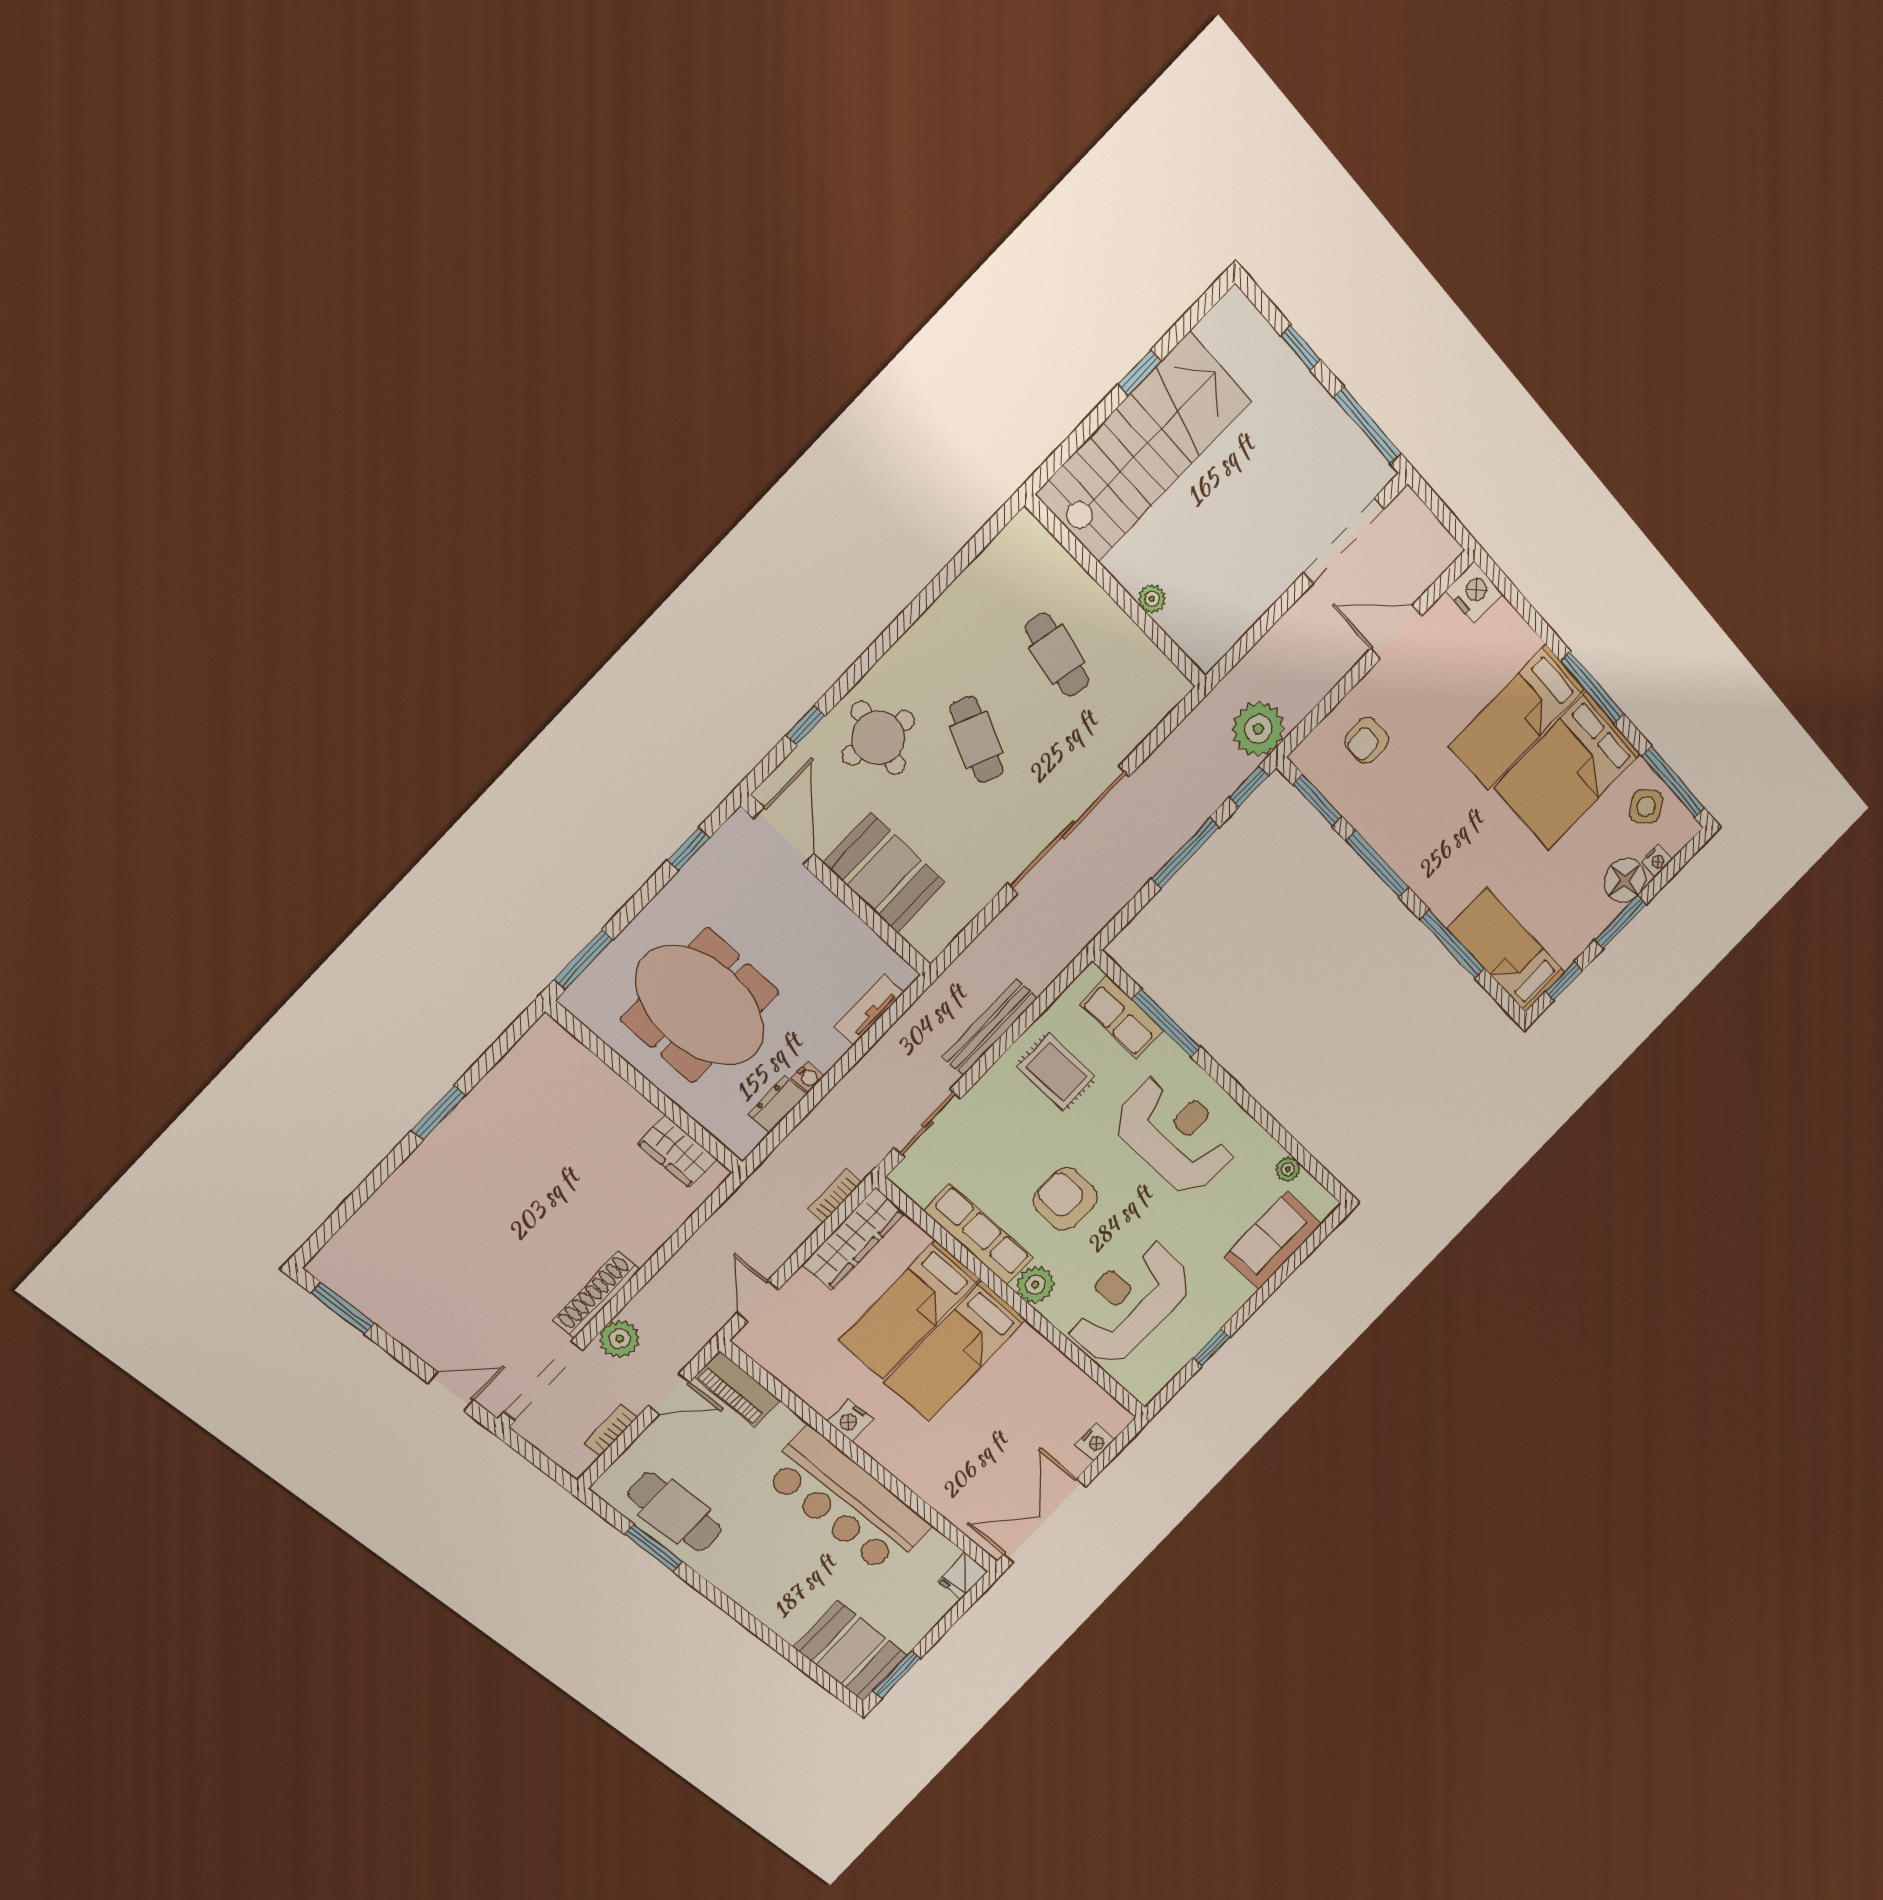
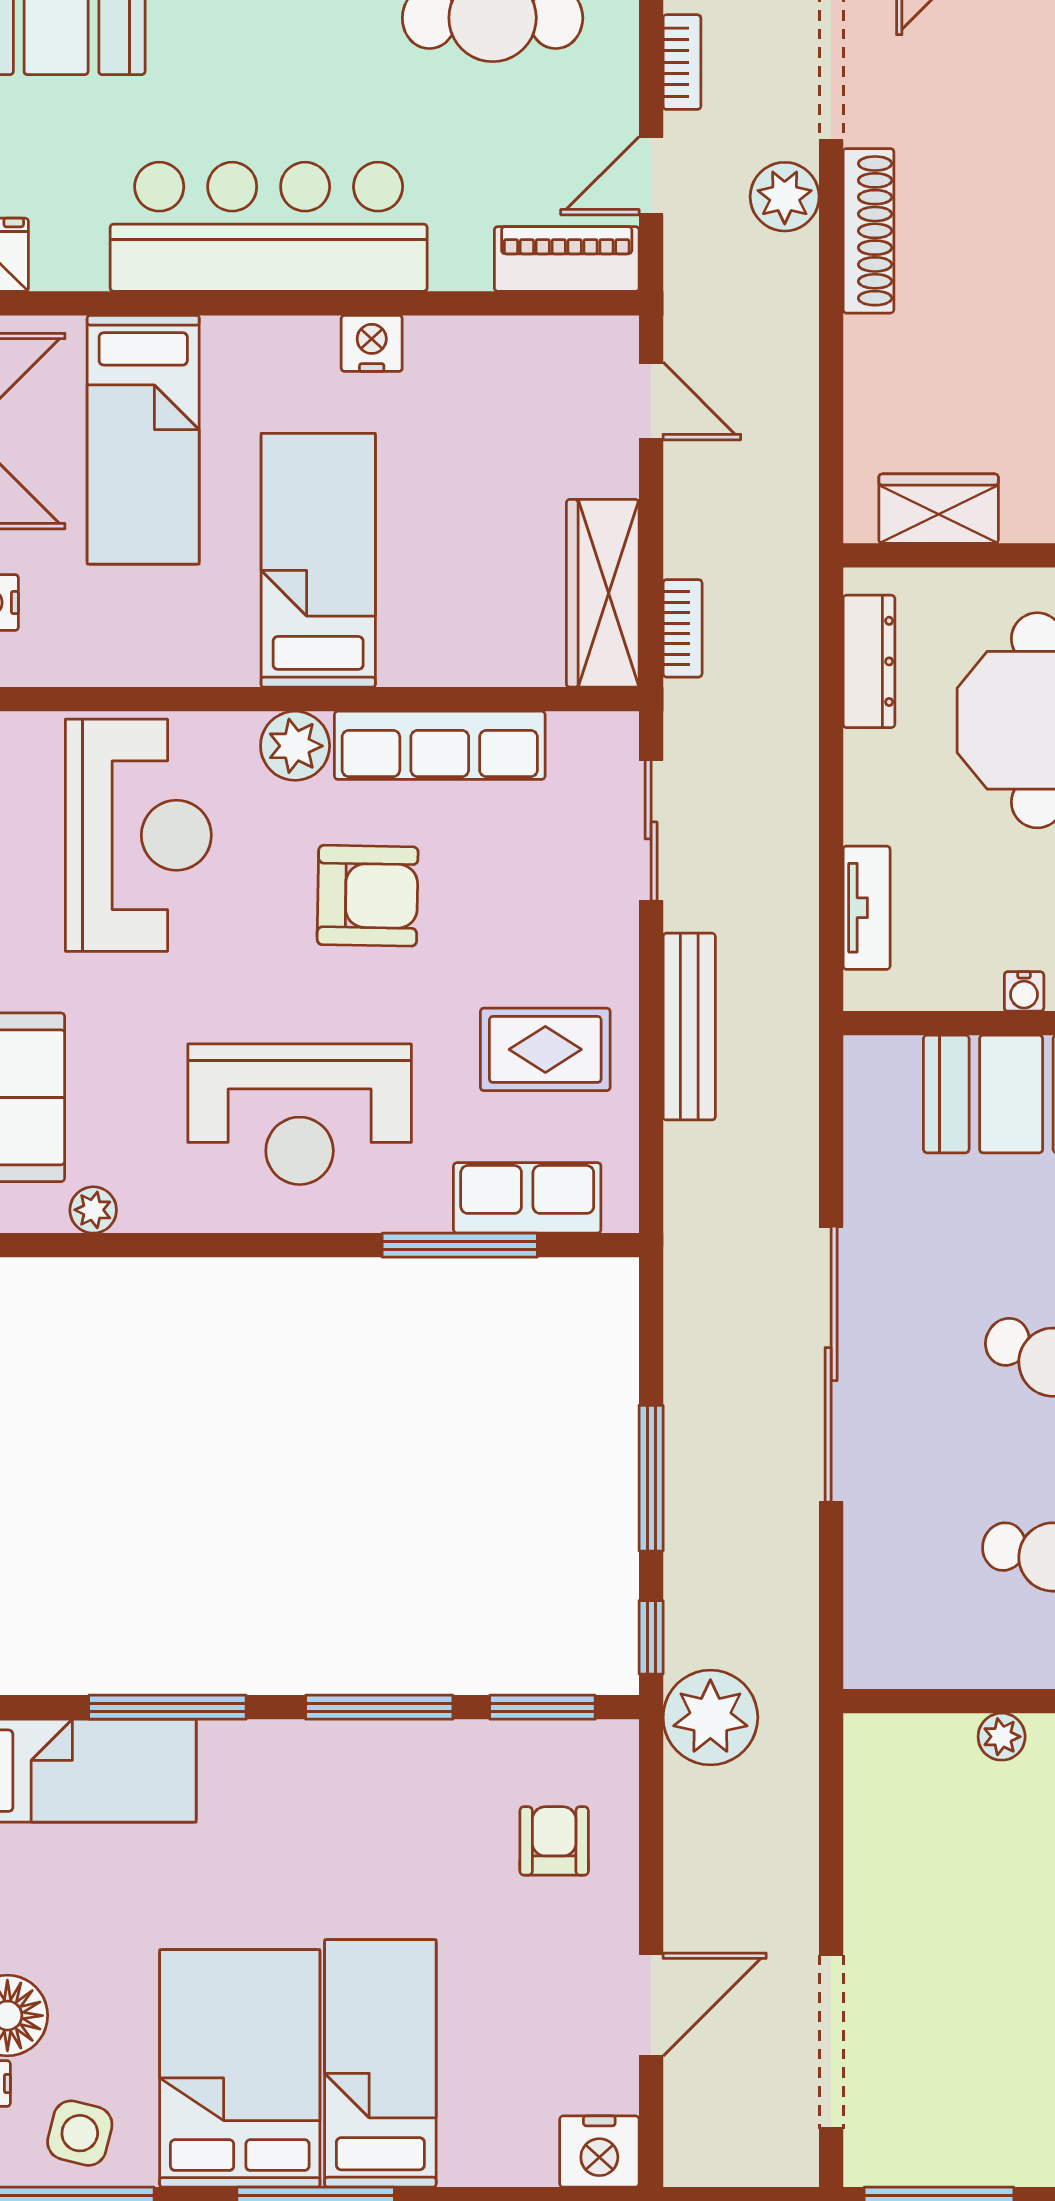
side table: (1646, 806) -> (80, 2133), turned -37
water cooler: (808, 1077) -> (1024, 991), moved, turned -90
dresser: (777, 1104) -> (869, 661), width x1.44
bed: (909, 1310) -> (143, 440), moved, turned 180

